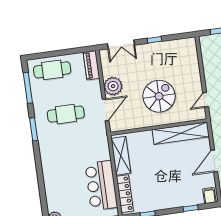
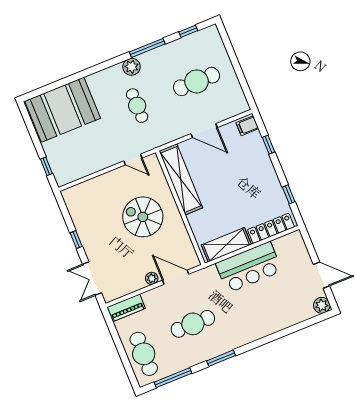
double door: (121, 44) -> (92, 279), swing flipped
plant: (113, 86) -> (152, 278), width x0.53, depth x0.53
cafe table: (66, 114) -> (193, 324), turned 90
bar counter: (101, 186) -> (249, 267), moved

